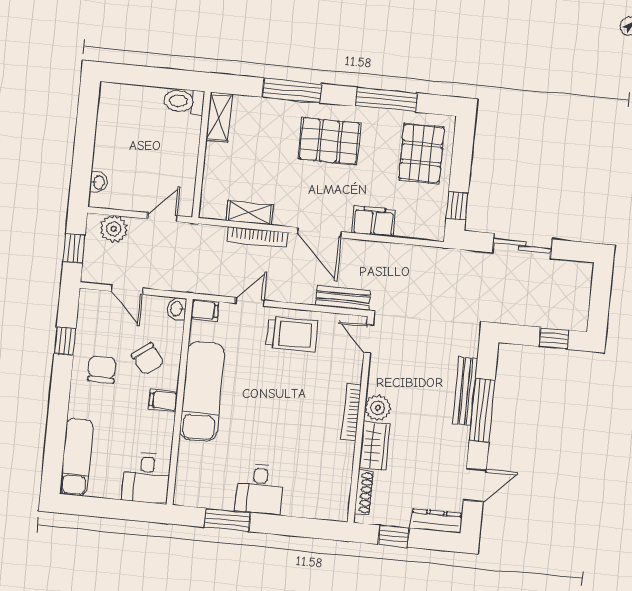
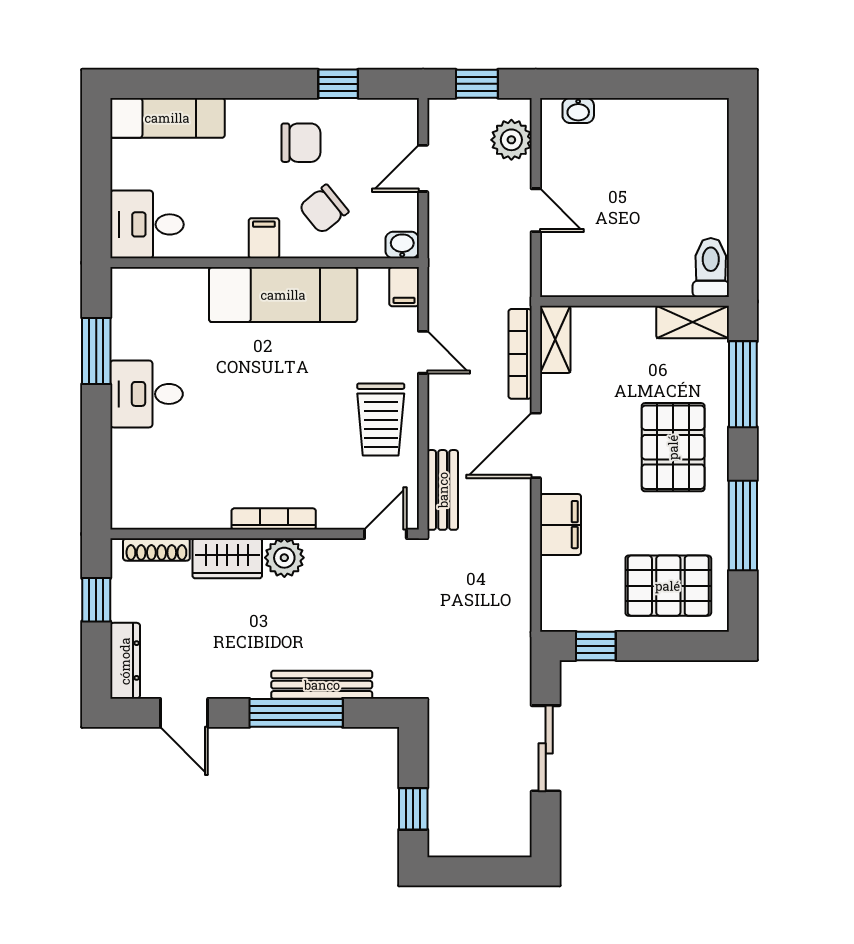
toilet: (184, 101) -> (711, 268), moved
shelving: (219, 117) -> (693, 322), moved
wall: (201, 155) -> (634, 301), moved

